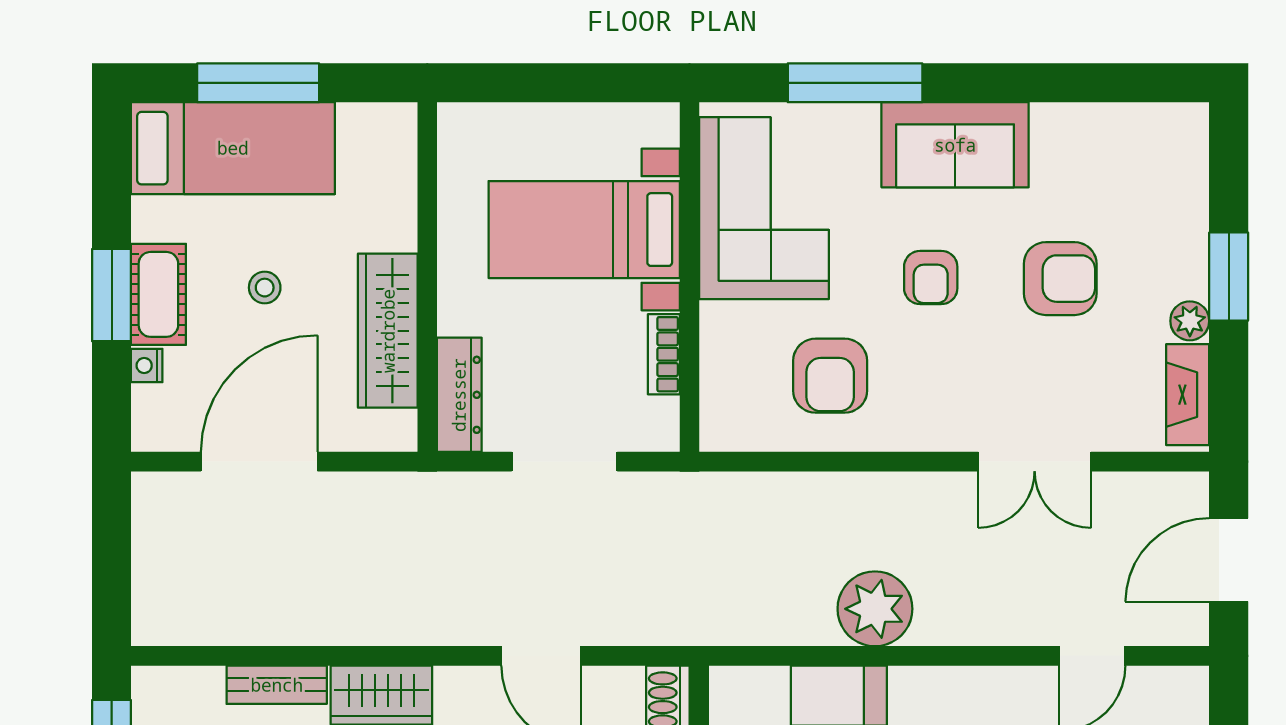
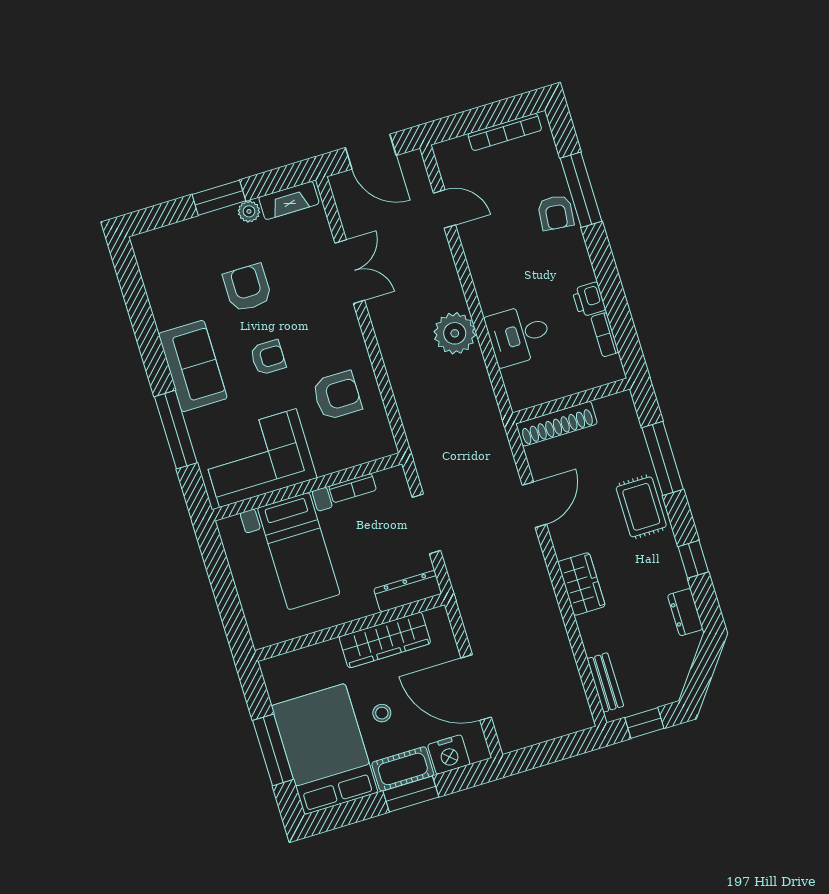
bed: (233, 148) -> (325, 749), width x1.50
nightstand: (147, 365) -> (449, 754), width x1.89, depth x1.79
bench: (277, 685) -> (605, 682), moved

